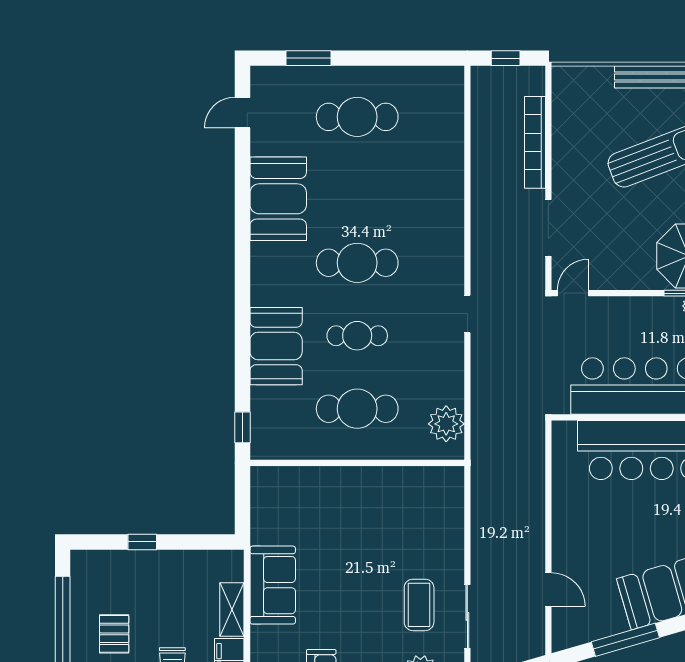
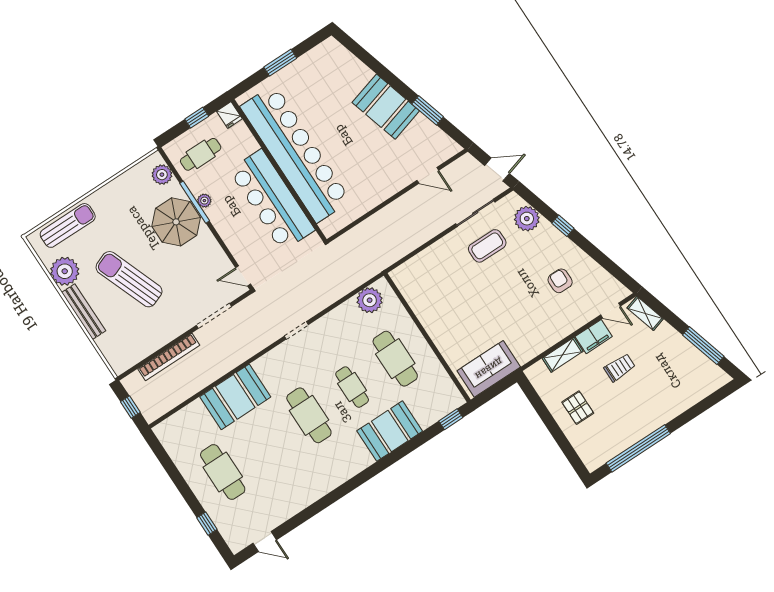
window: (309, 58) -> (207, 524), width x0.67
booth: (278, 199) -> (235, 397), moved
window: (142, 542) -> (557, 434), removed
sofa: (273, 585) -> (489, 369), moved
door: (548, 589) -> (428, 175), swing flipped
pallet: (114, 634) -> (578, 408), moved, turned 90
window: (625, 640) -> (428, 110), width x0.69

